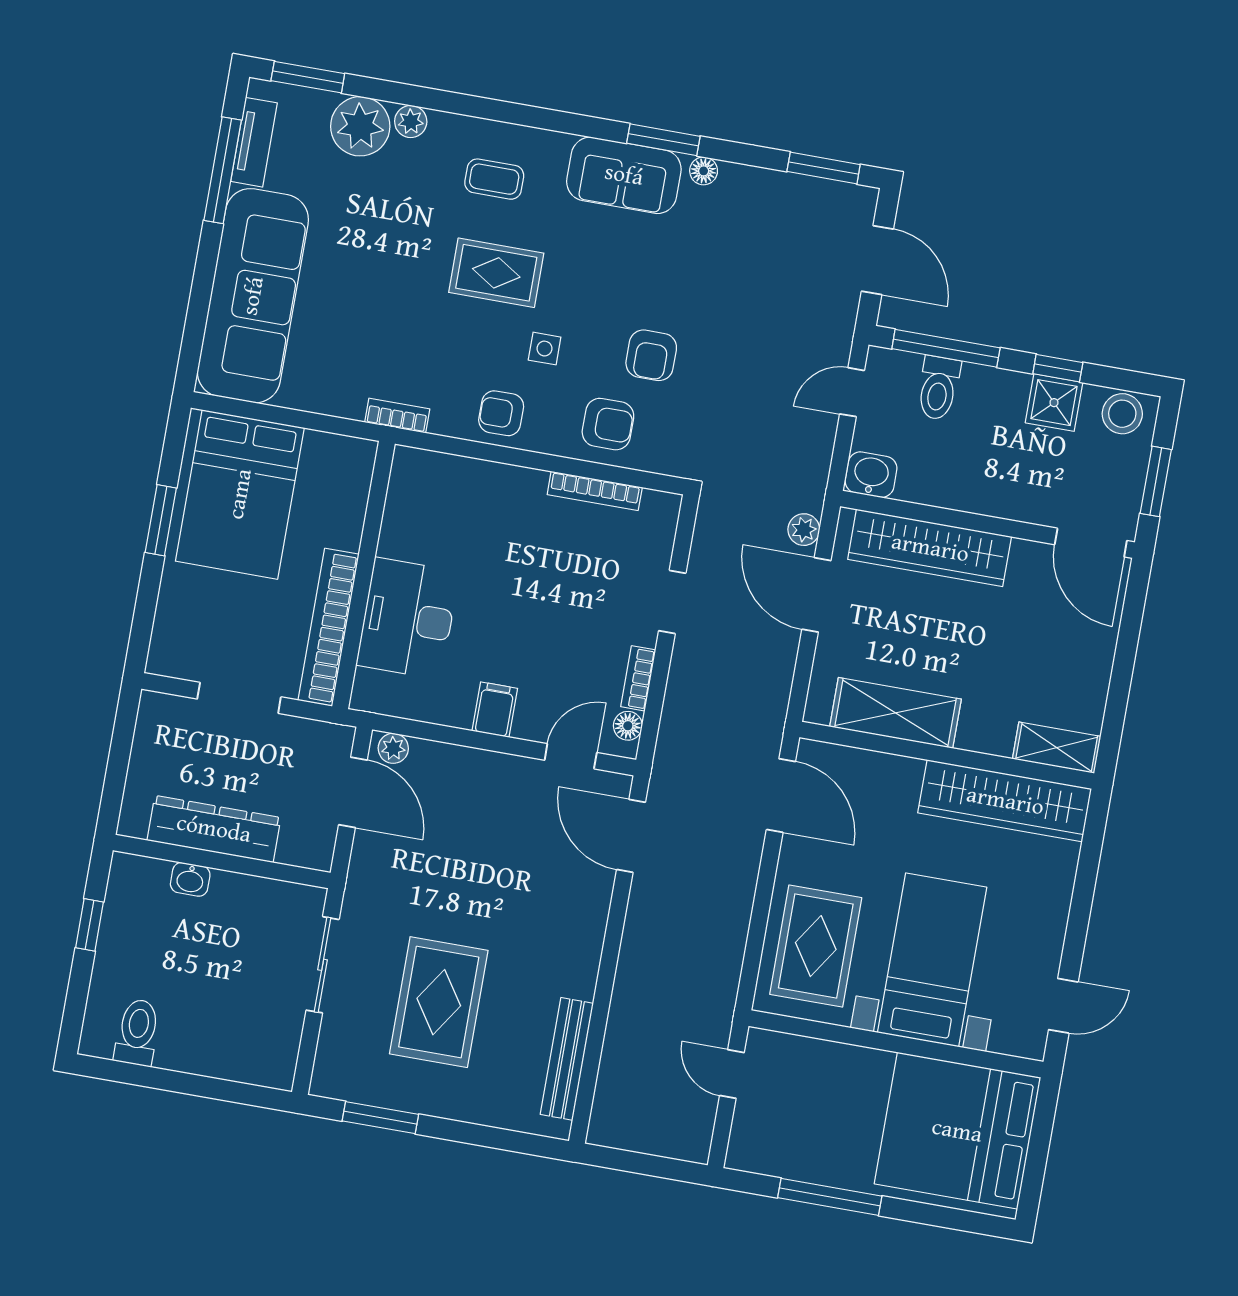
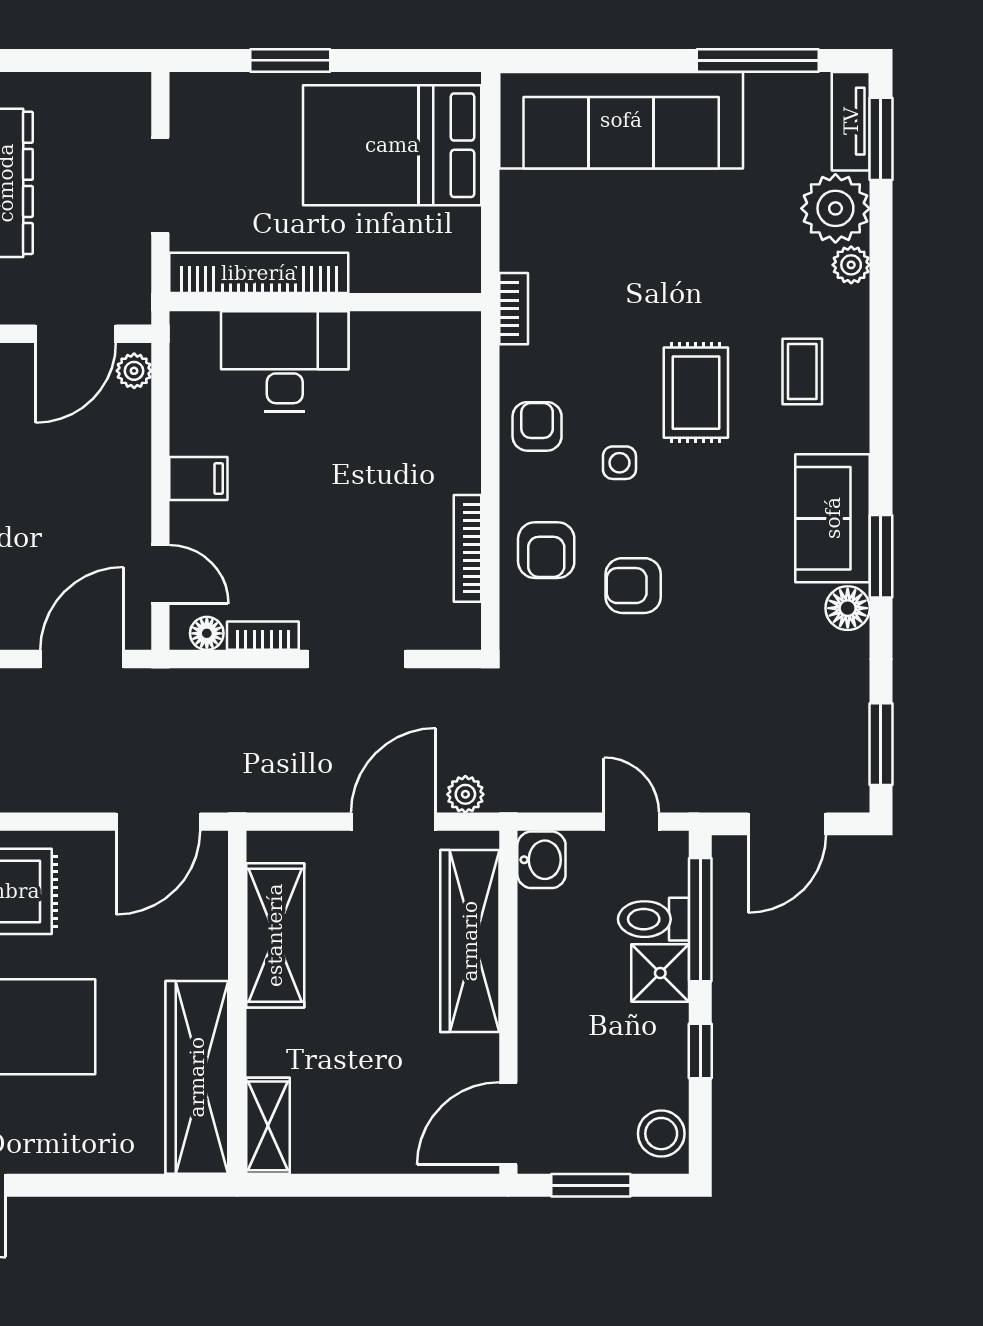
tv unit: (254, 142) -> (851, 121), moved, turned 90
floor lamp: (704, 171) -> (848, 608), width x1.37, depth x1.37
shower: (1054, 403) -> (660, 973), moved
window: (161, 520) -> (290, 60), moved
doorway: (672, 602) -> (357, 659), width x1.38

